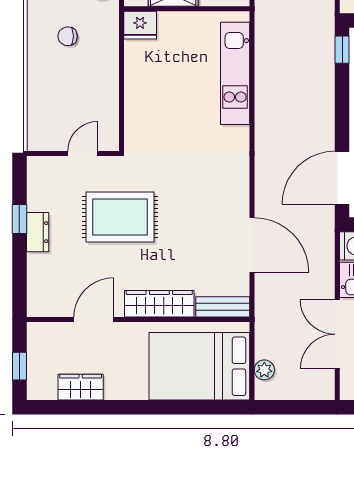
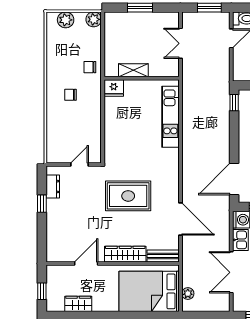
rug: (120, 217) -> (128, 196), moved
dresser: (38, 232) -> (53, 187), moved

